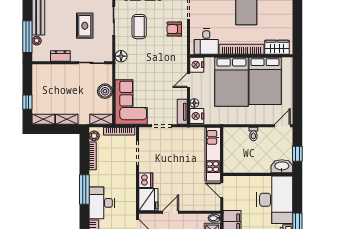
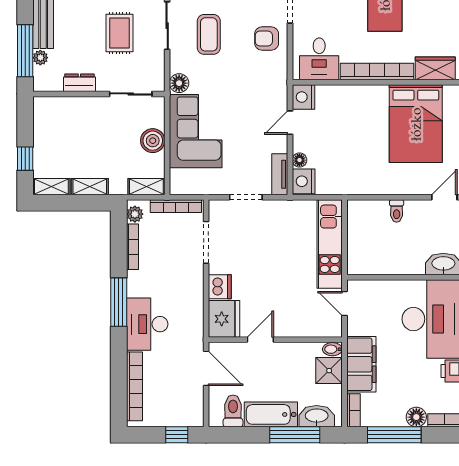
bed: (231, 82) -> (361, 125), removed
corner sofa: (131, 102) -> (196, 131), moved

